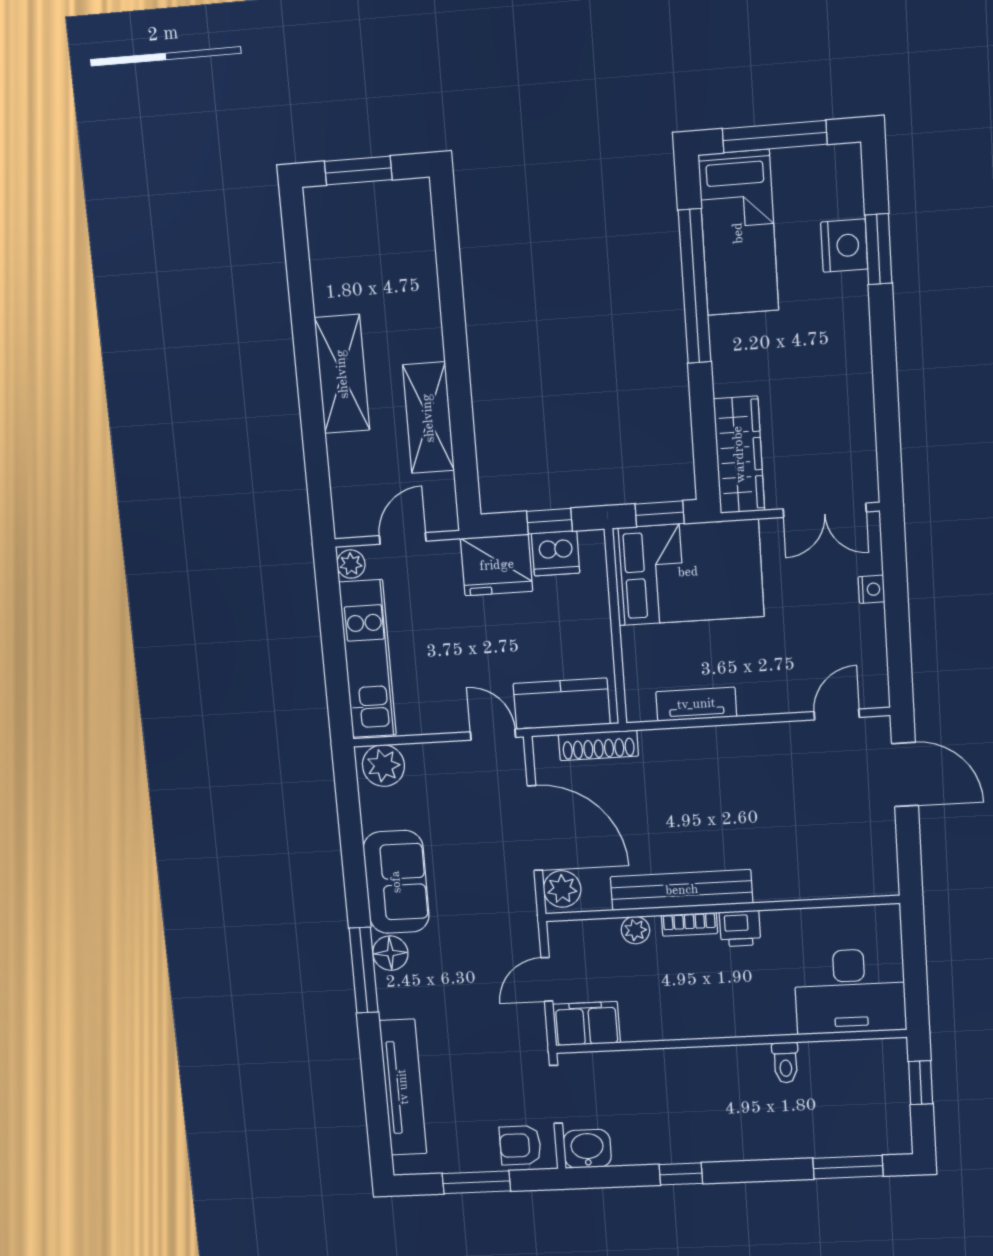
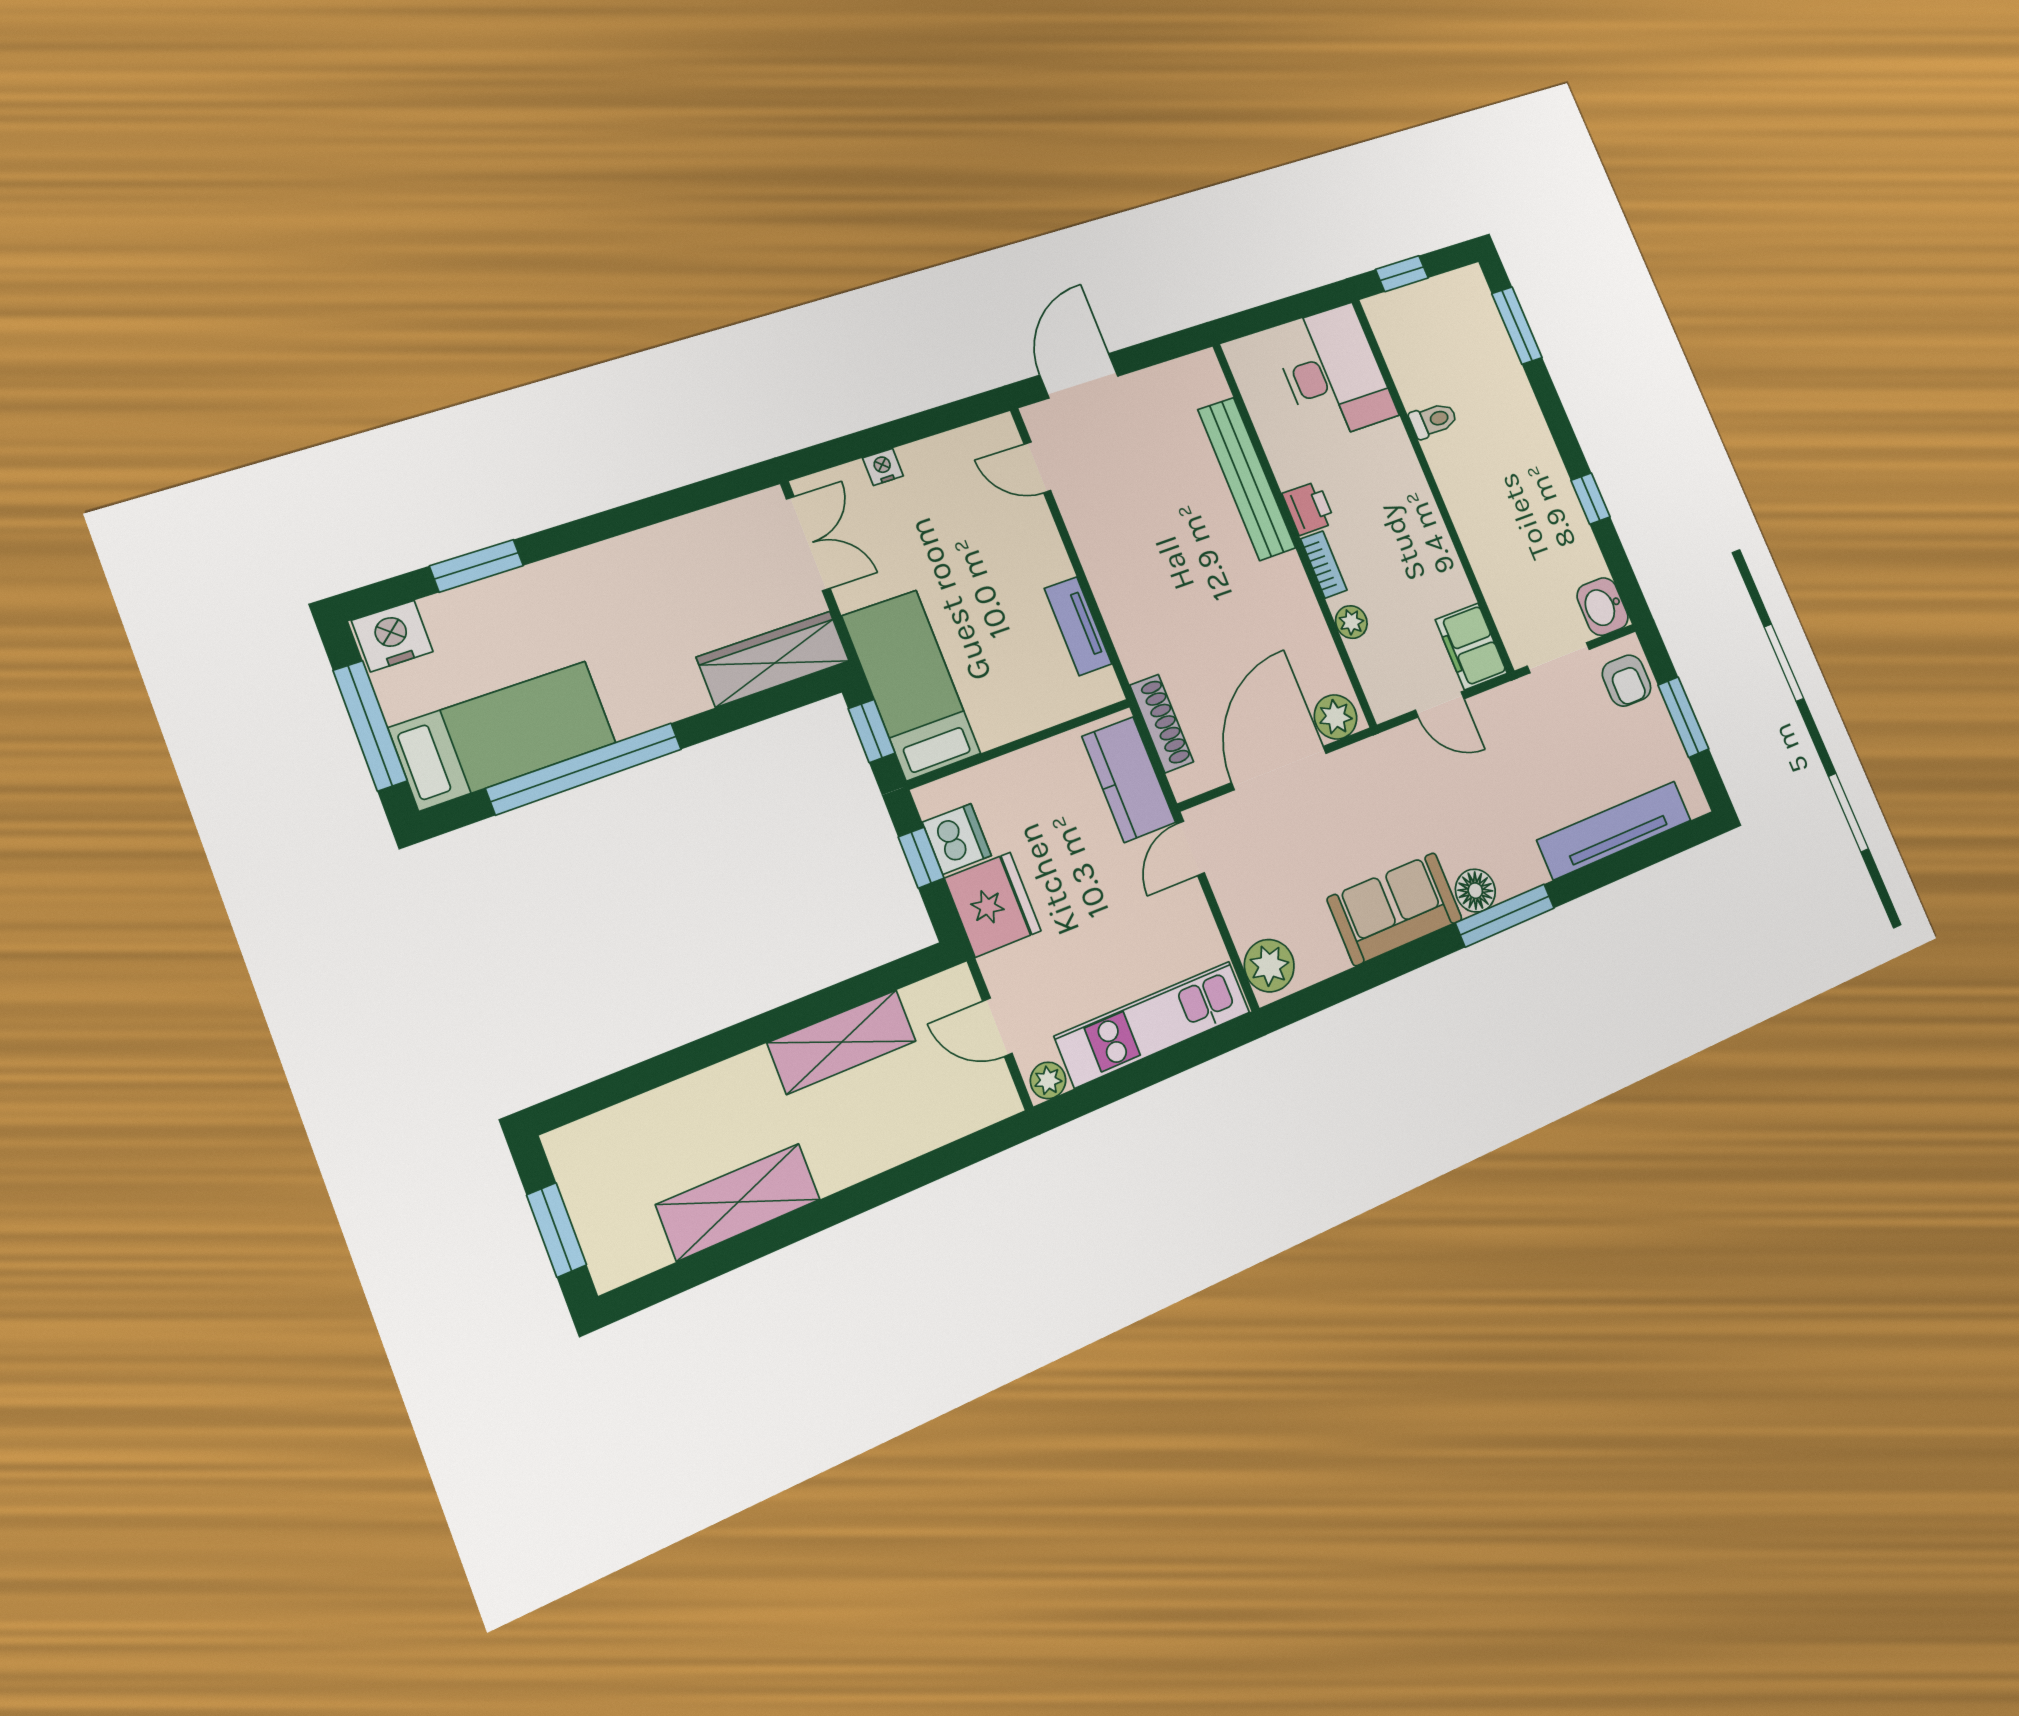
nightstand: (844, 246) -> (392, 636), moved
shelving: (342, 374) -> (738, 1202), moved
bed: (688, 572) -> (911, 685), width x0.67
bench: (682, 890) -> (1247, 479), moved

